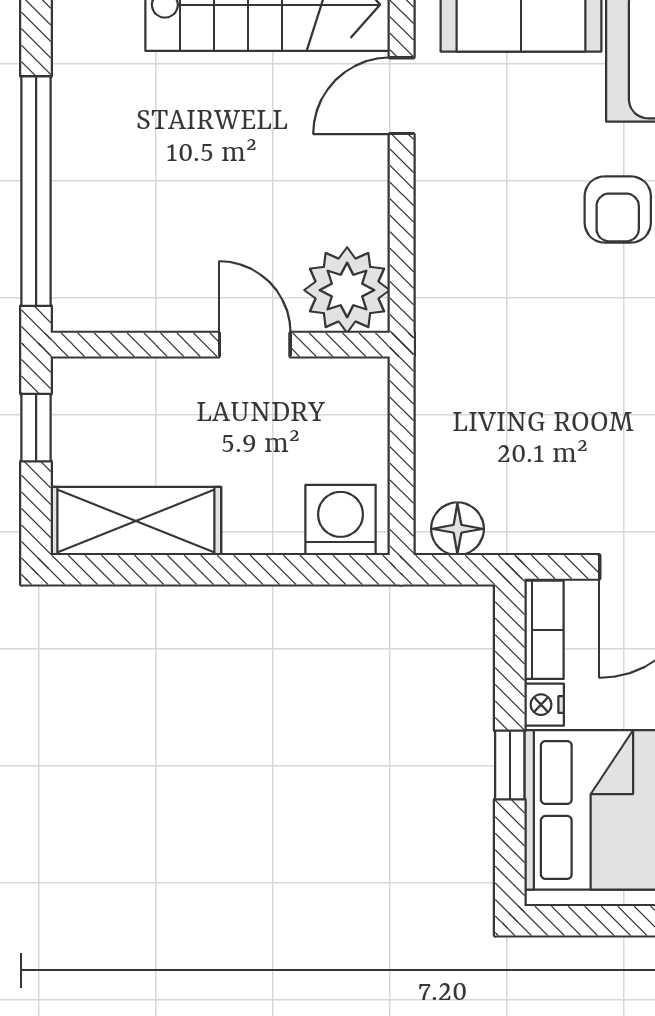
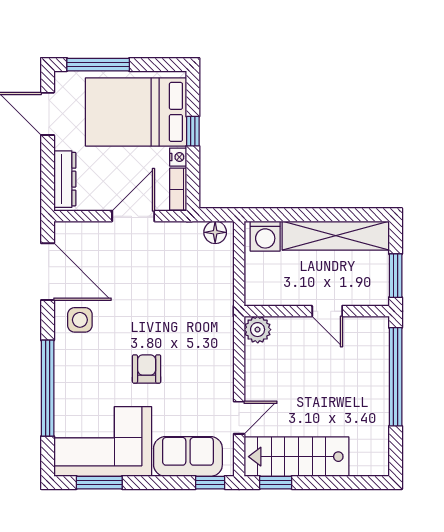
plant: (347, 290) -> (258, 330), width x0.73, depth x0.73
door: (255, 345) -> (327, 311), moved
window: (36, 428) -> (396, 276), width x1.50
shelving: (136, 521) -> (336, 236), width x1.47

